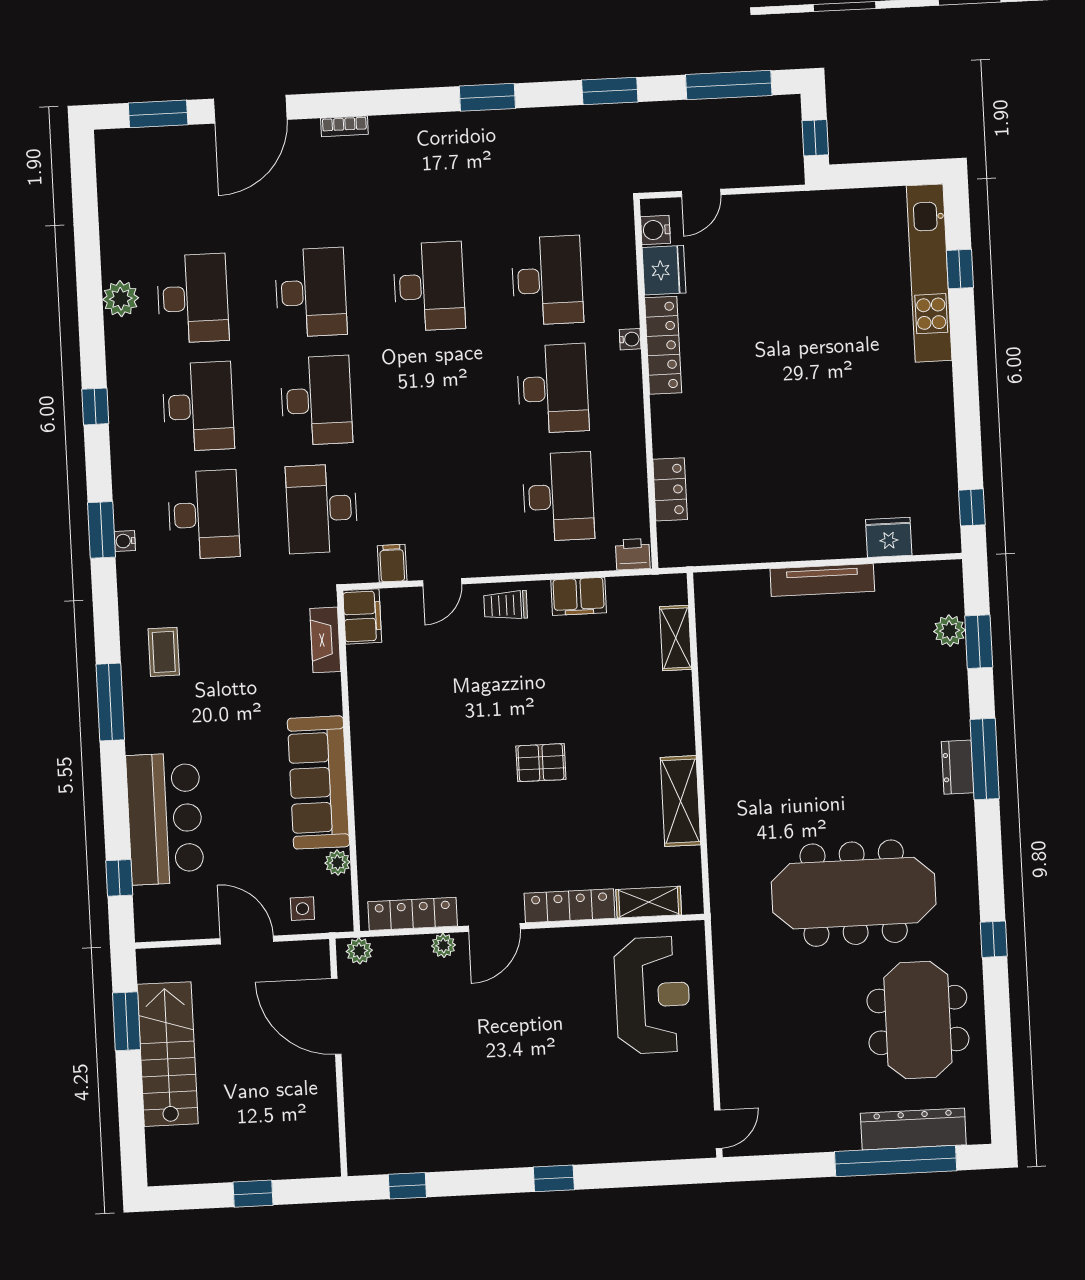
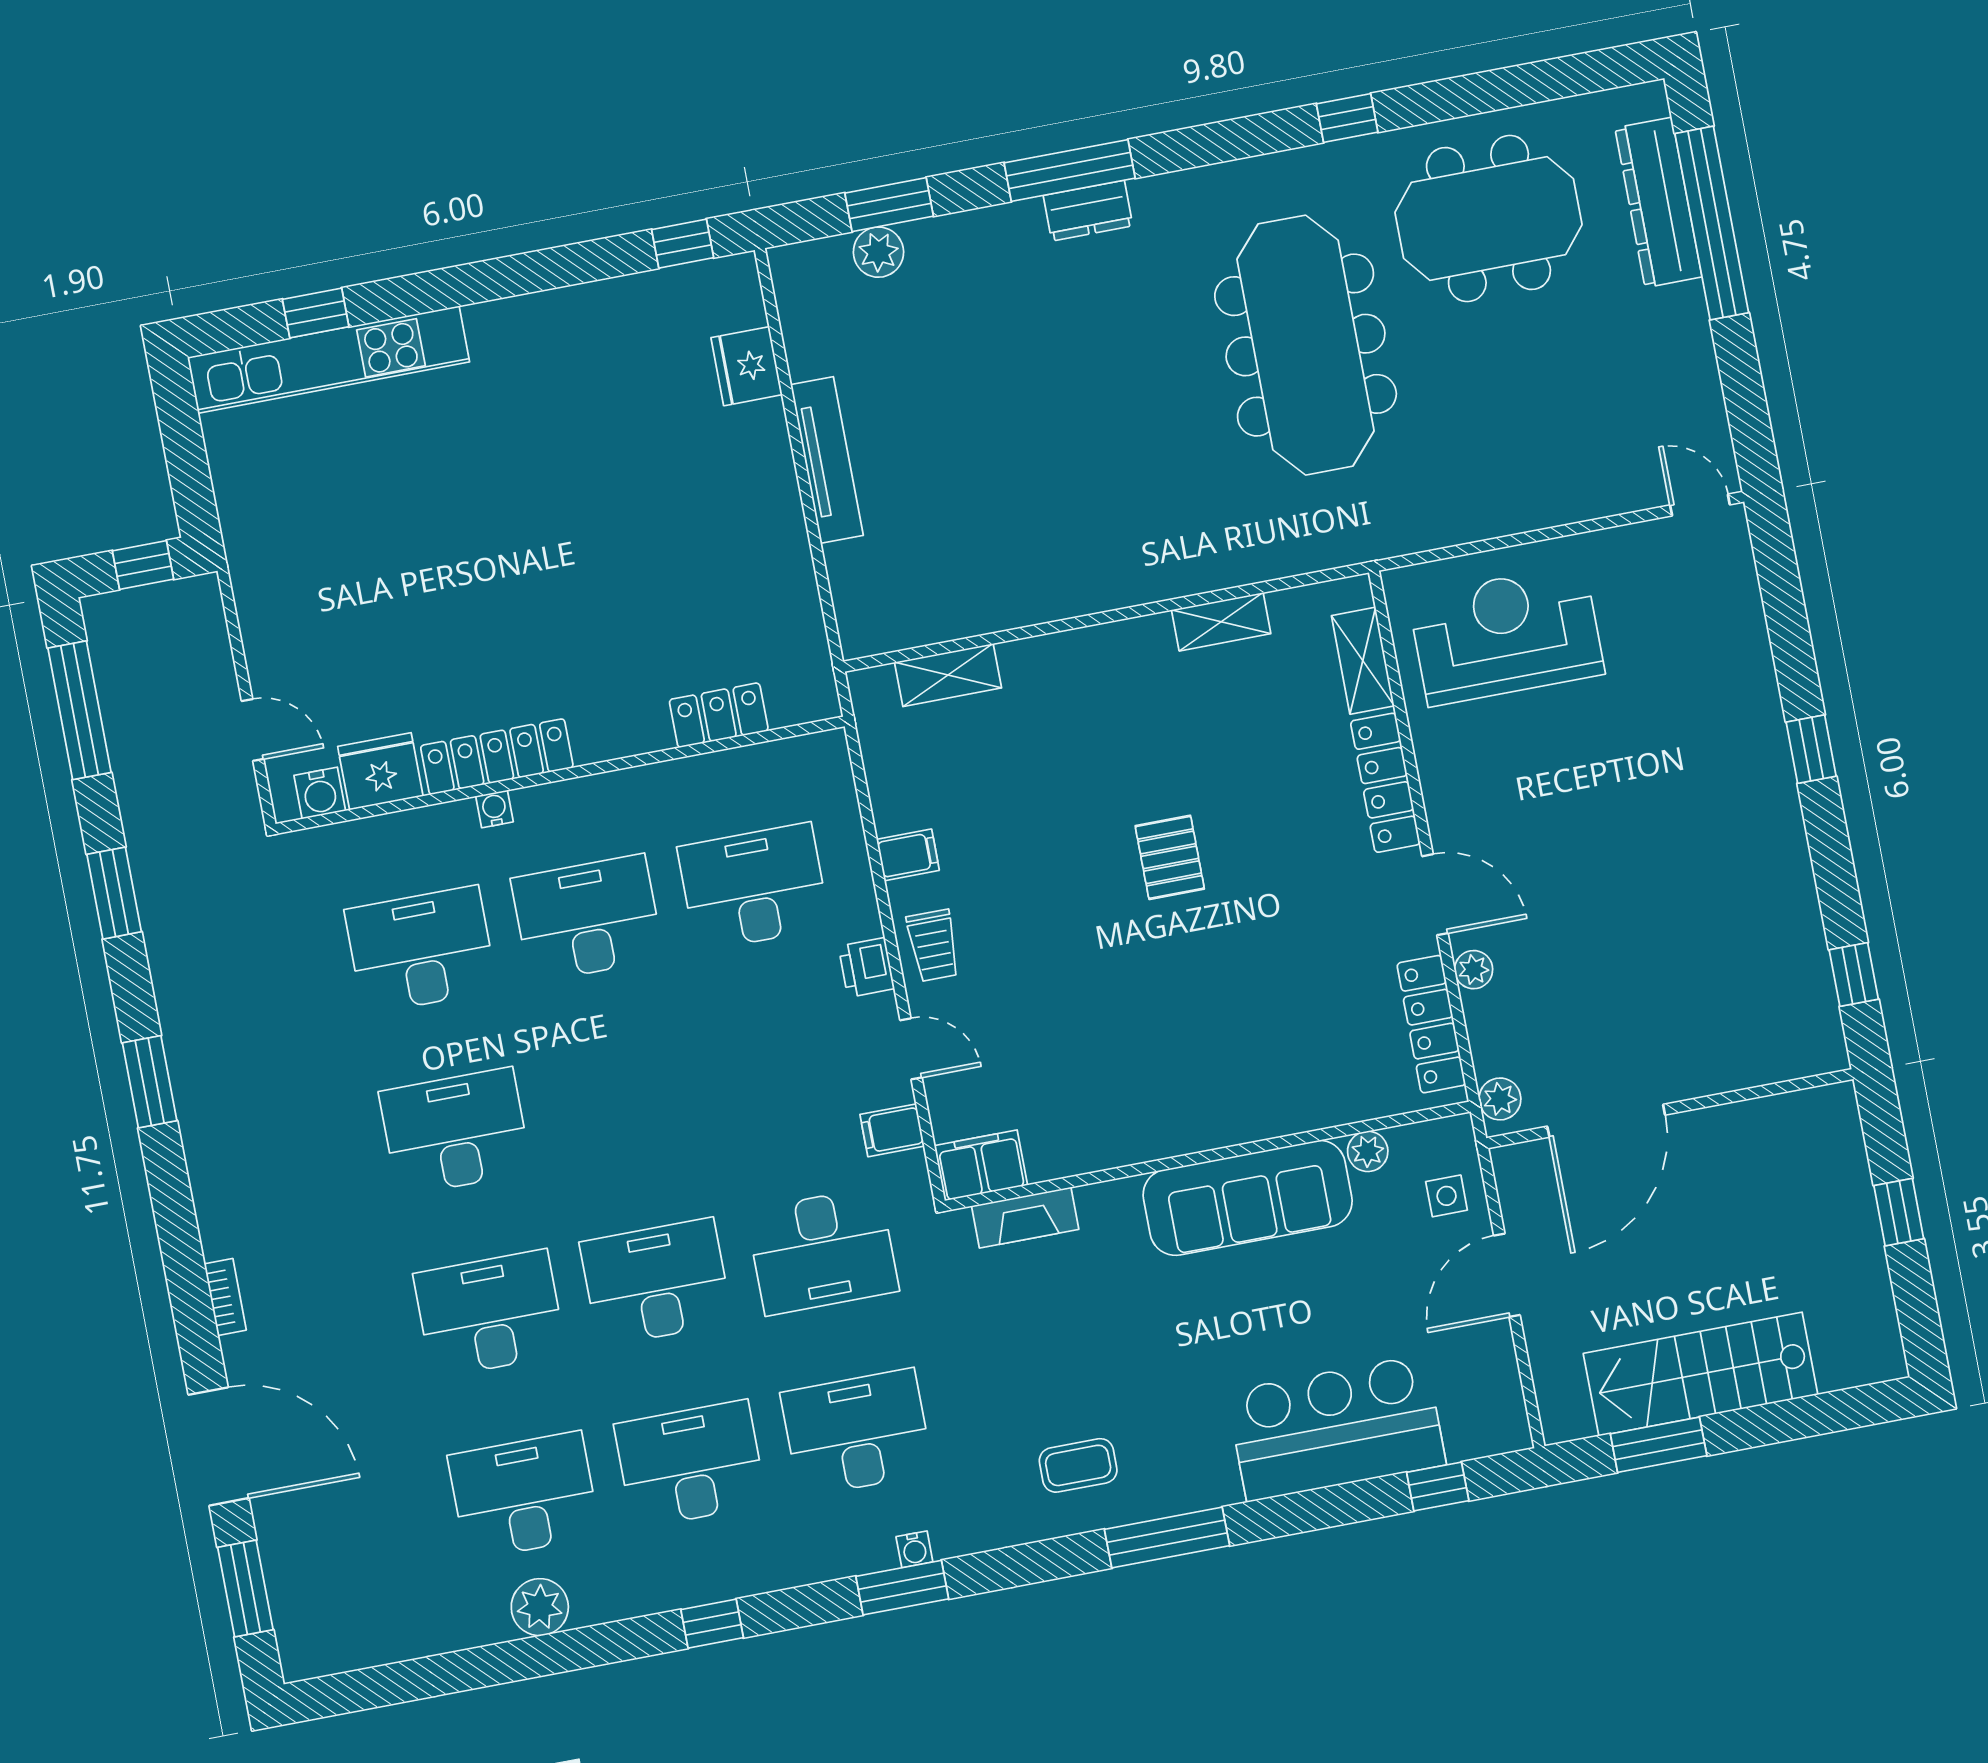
printer: (633, 554) -> (866, 967), moved
filing cabinet: (579, 596) -> (908, 855), width x0.50
shelving: (680, 801) -> (1221, 622), width x0.67, depth x0.75

